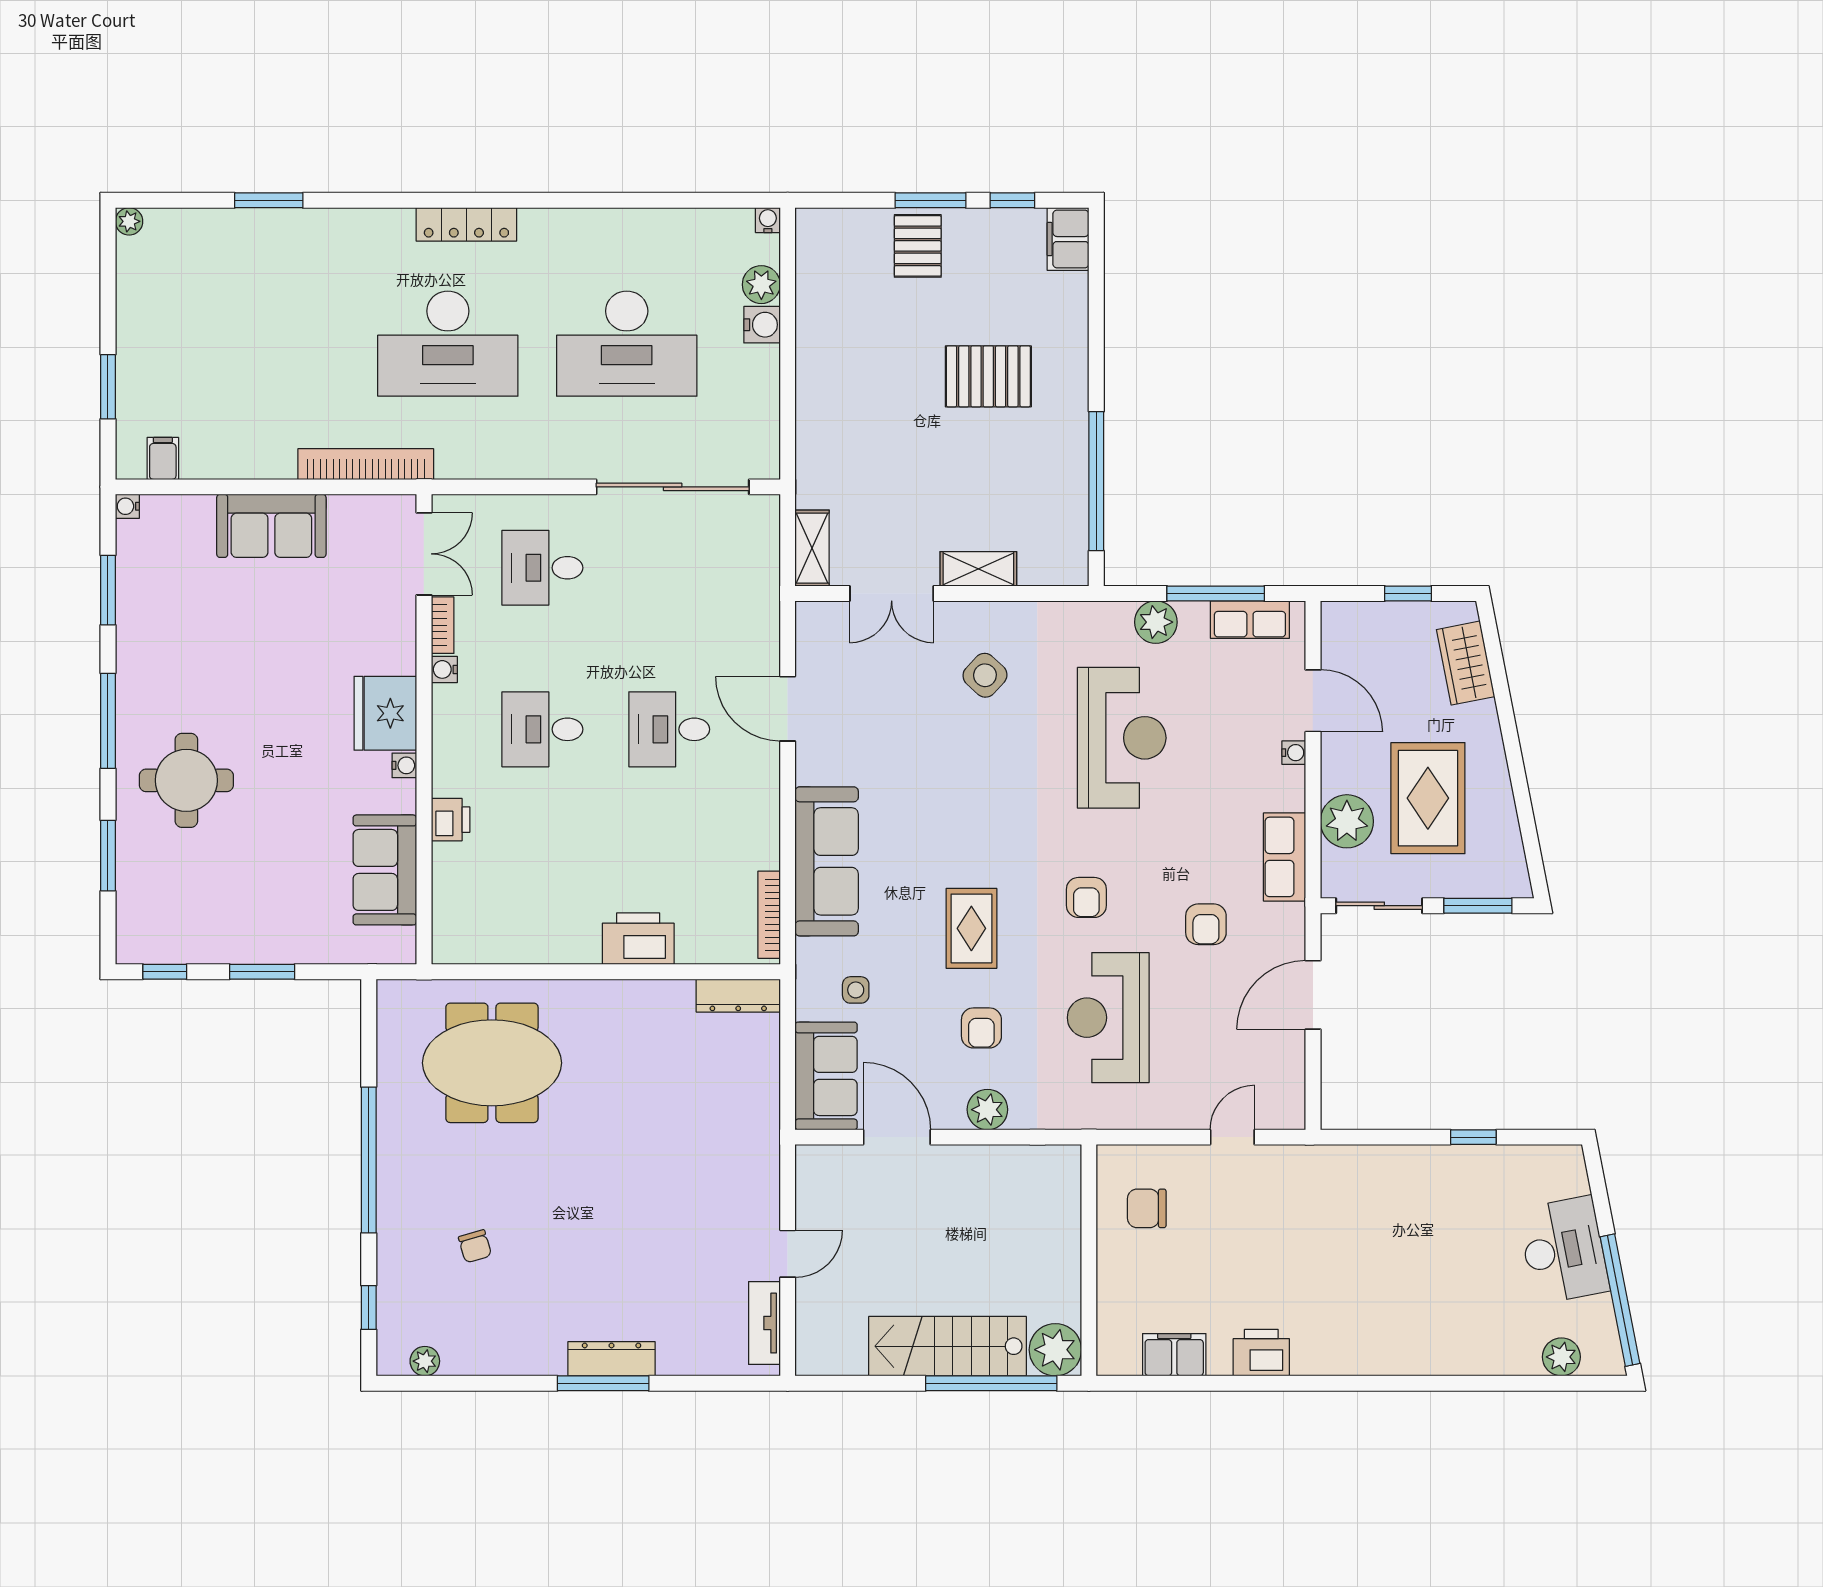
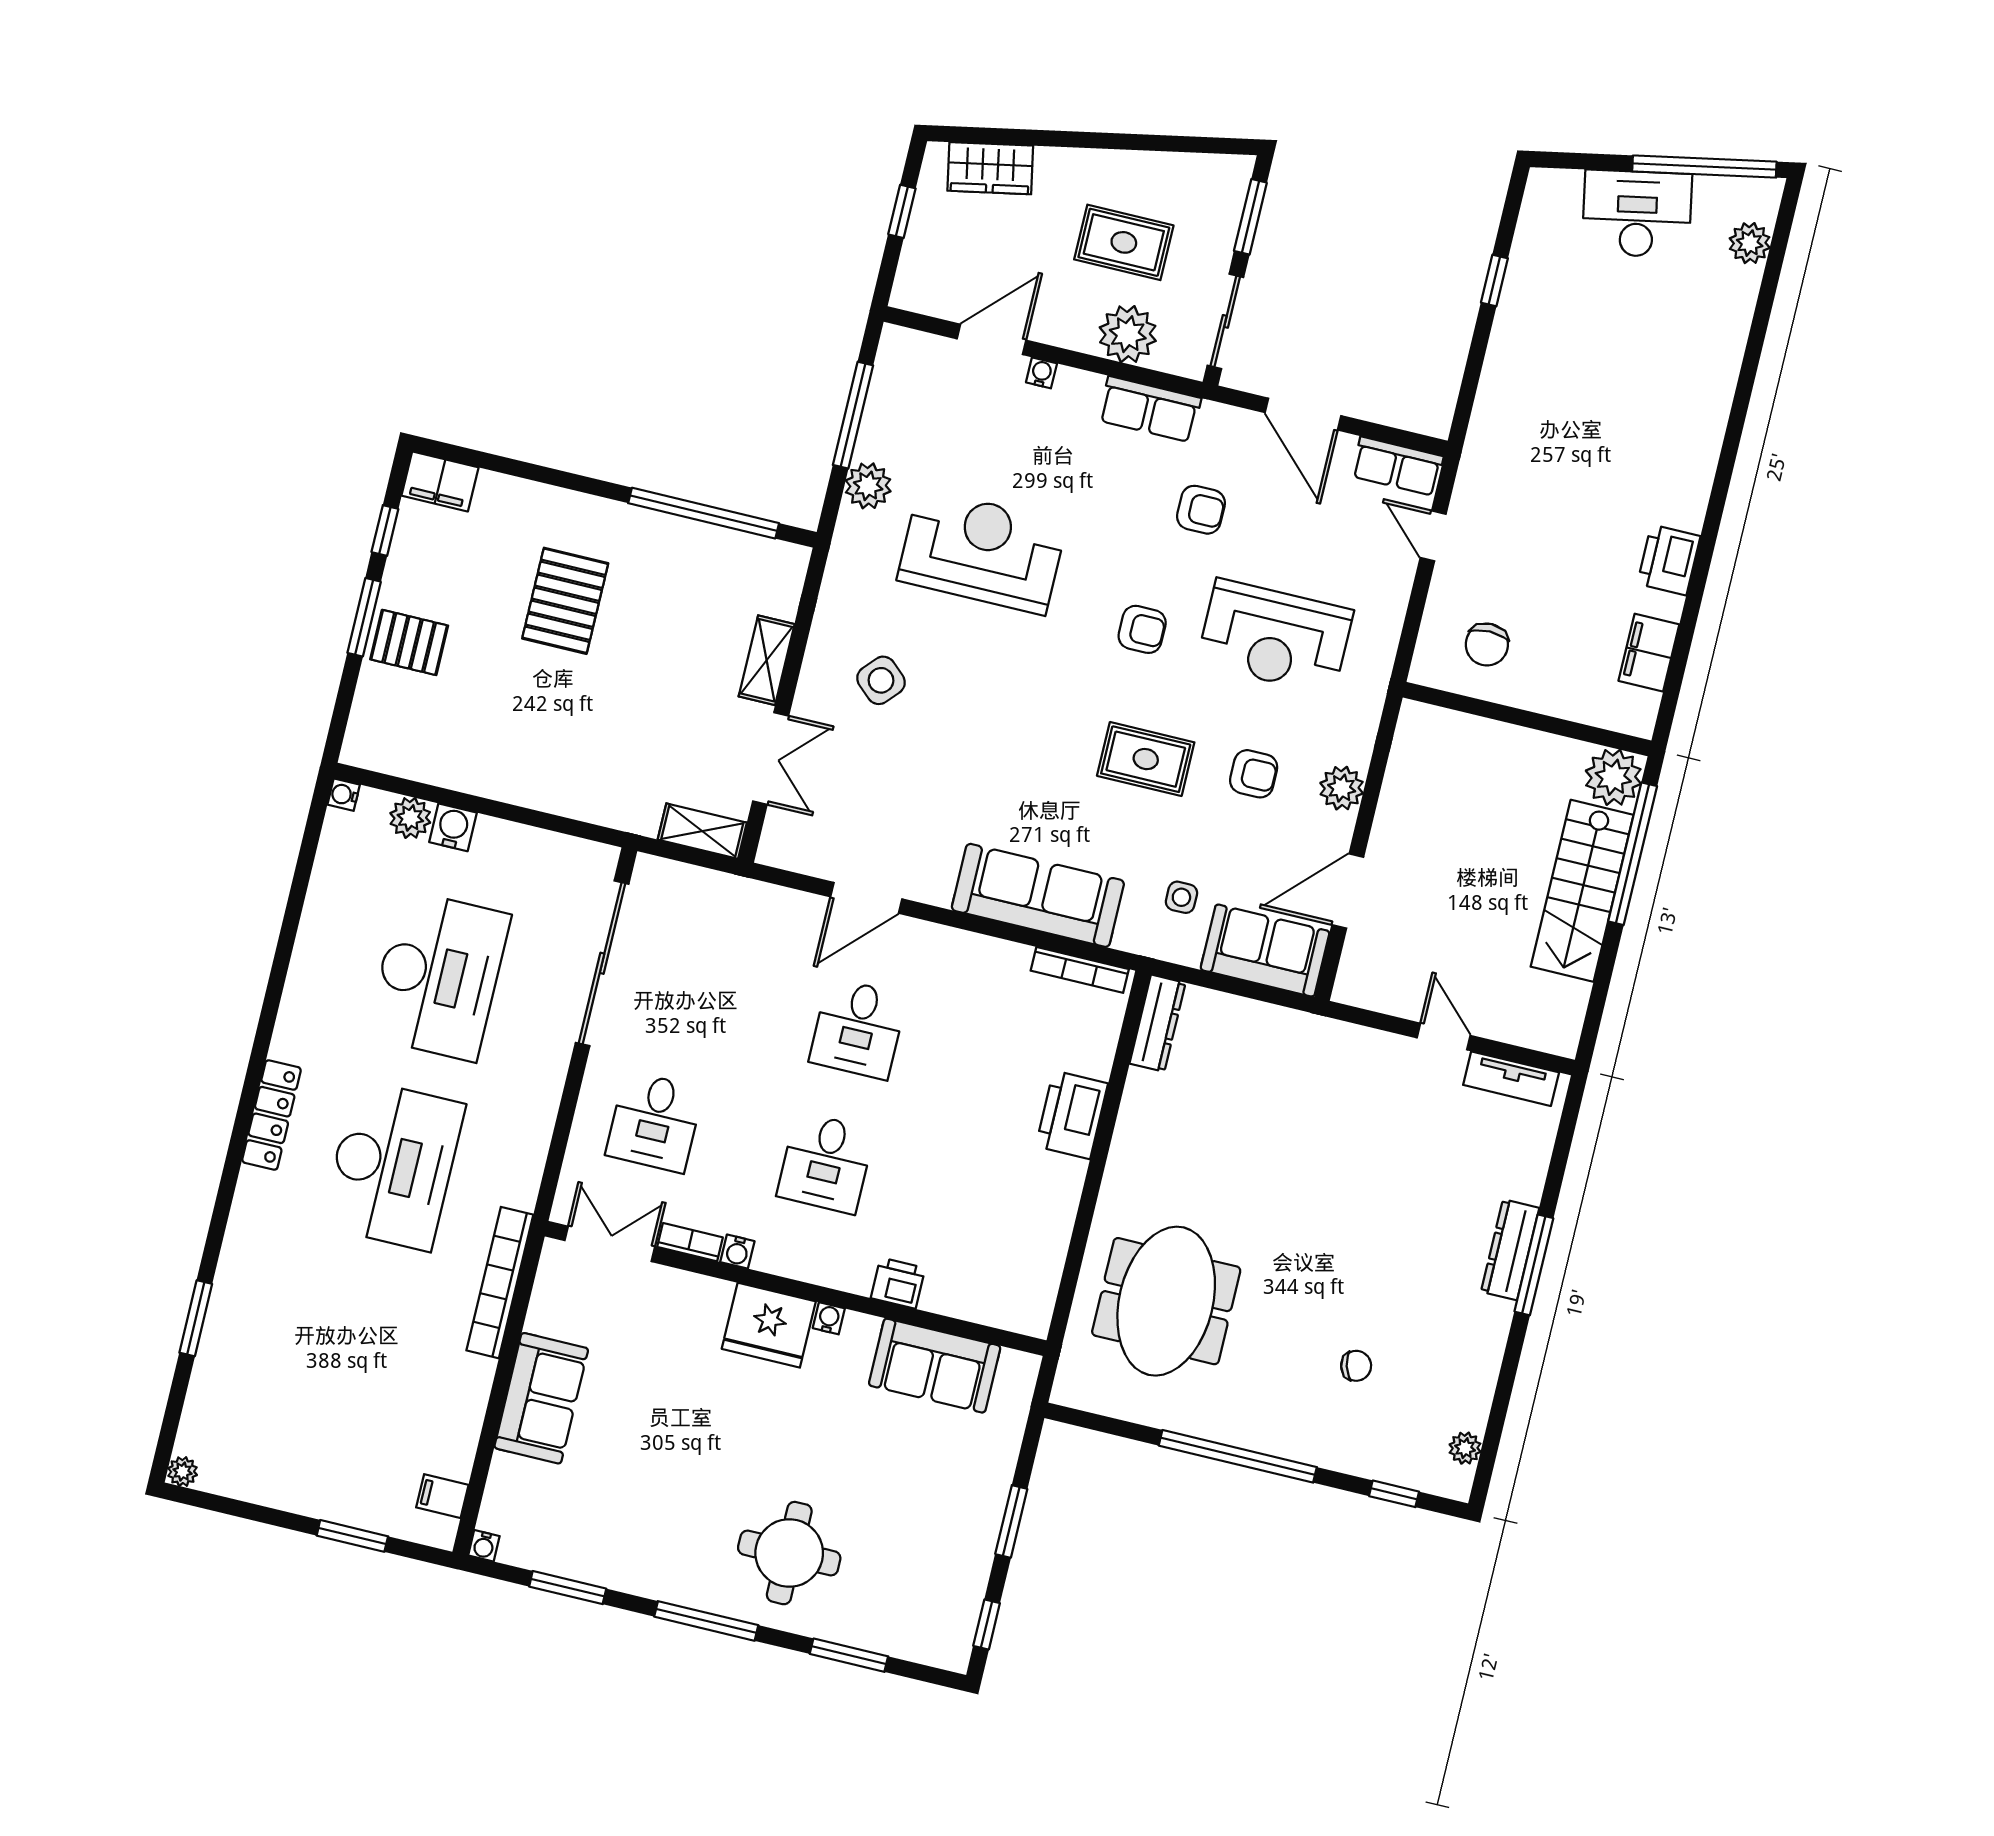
row of seats: (1250, 620) -> (1397, 466), moved, turned 90
rug: (1428, 798) -> (1124, 242), width x0.73, depth x0.70

